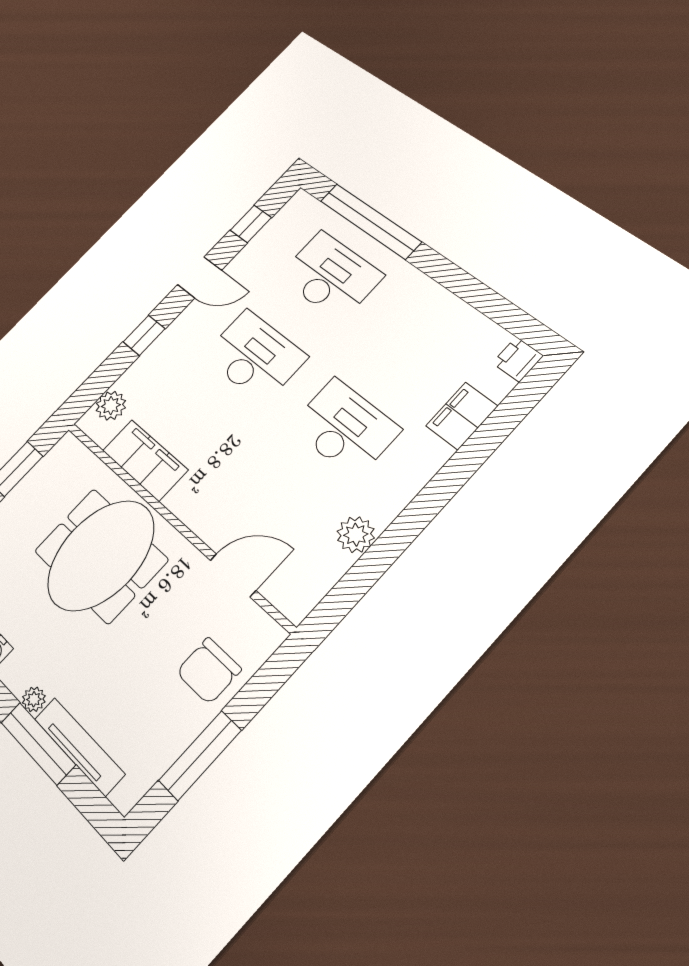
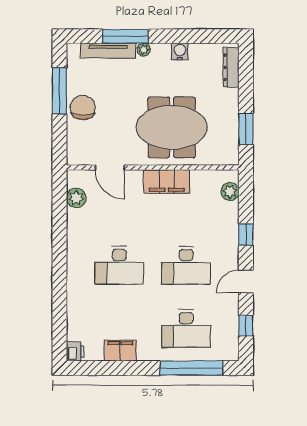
filing cabinet: (462, 416) -> (120, 351), moved, turned -90
filing cabinet: (145, 460) -> (167, 181), moved
plant: (356, 535) -> (76, 198), moved
meeting table: (101, 555) -> (172, 127), turned 90
door: (233, 575) -> (110, 168), hinge flipped
chair: (209, 671) -> (83, 108), moved

